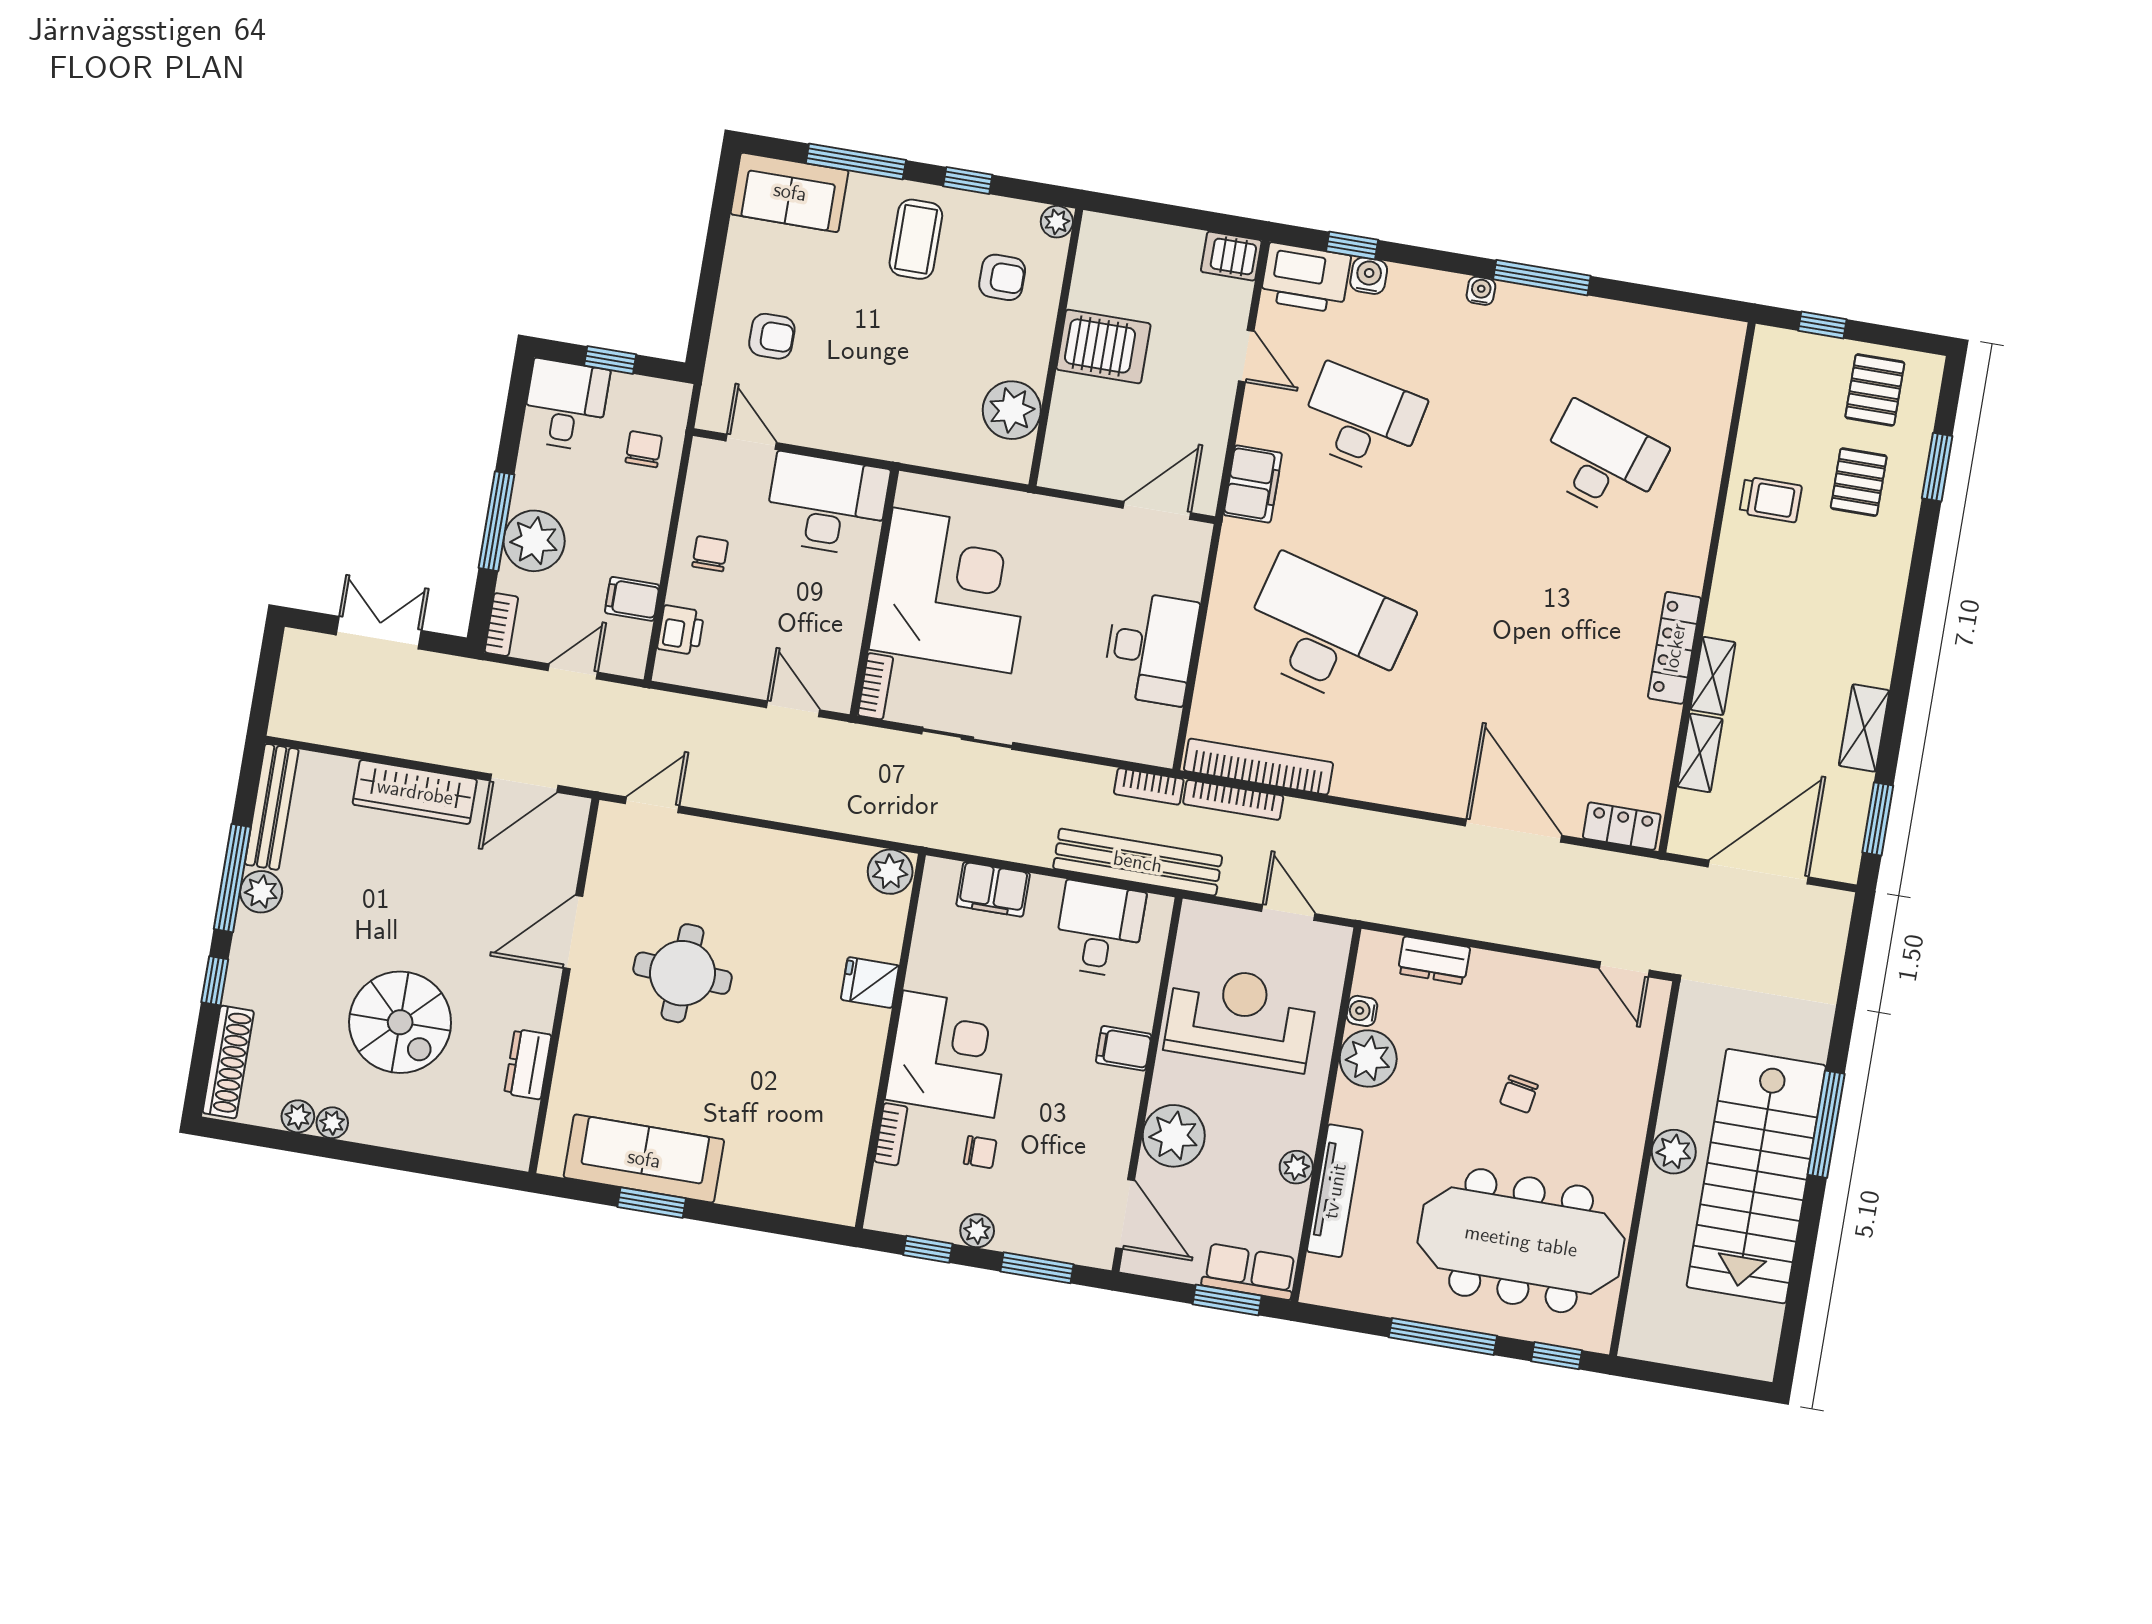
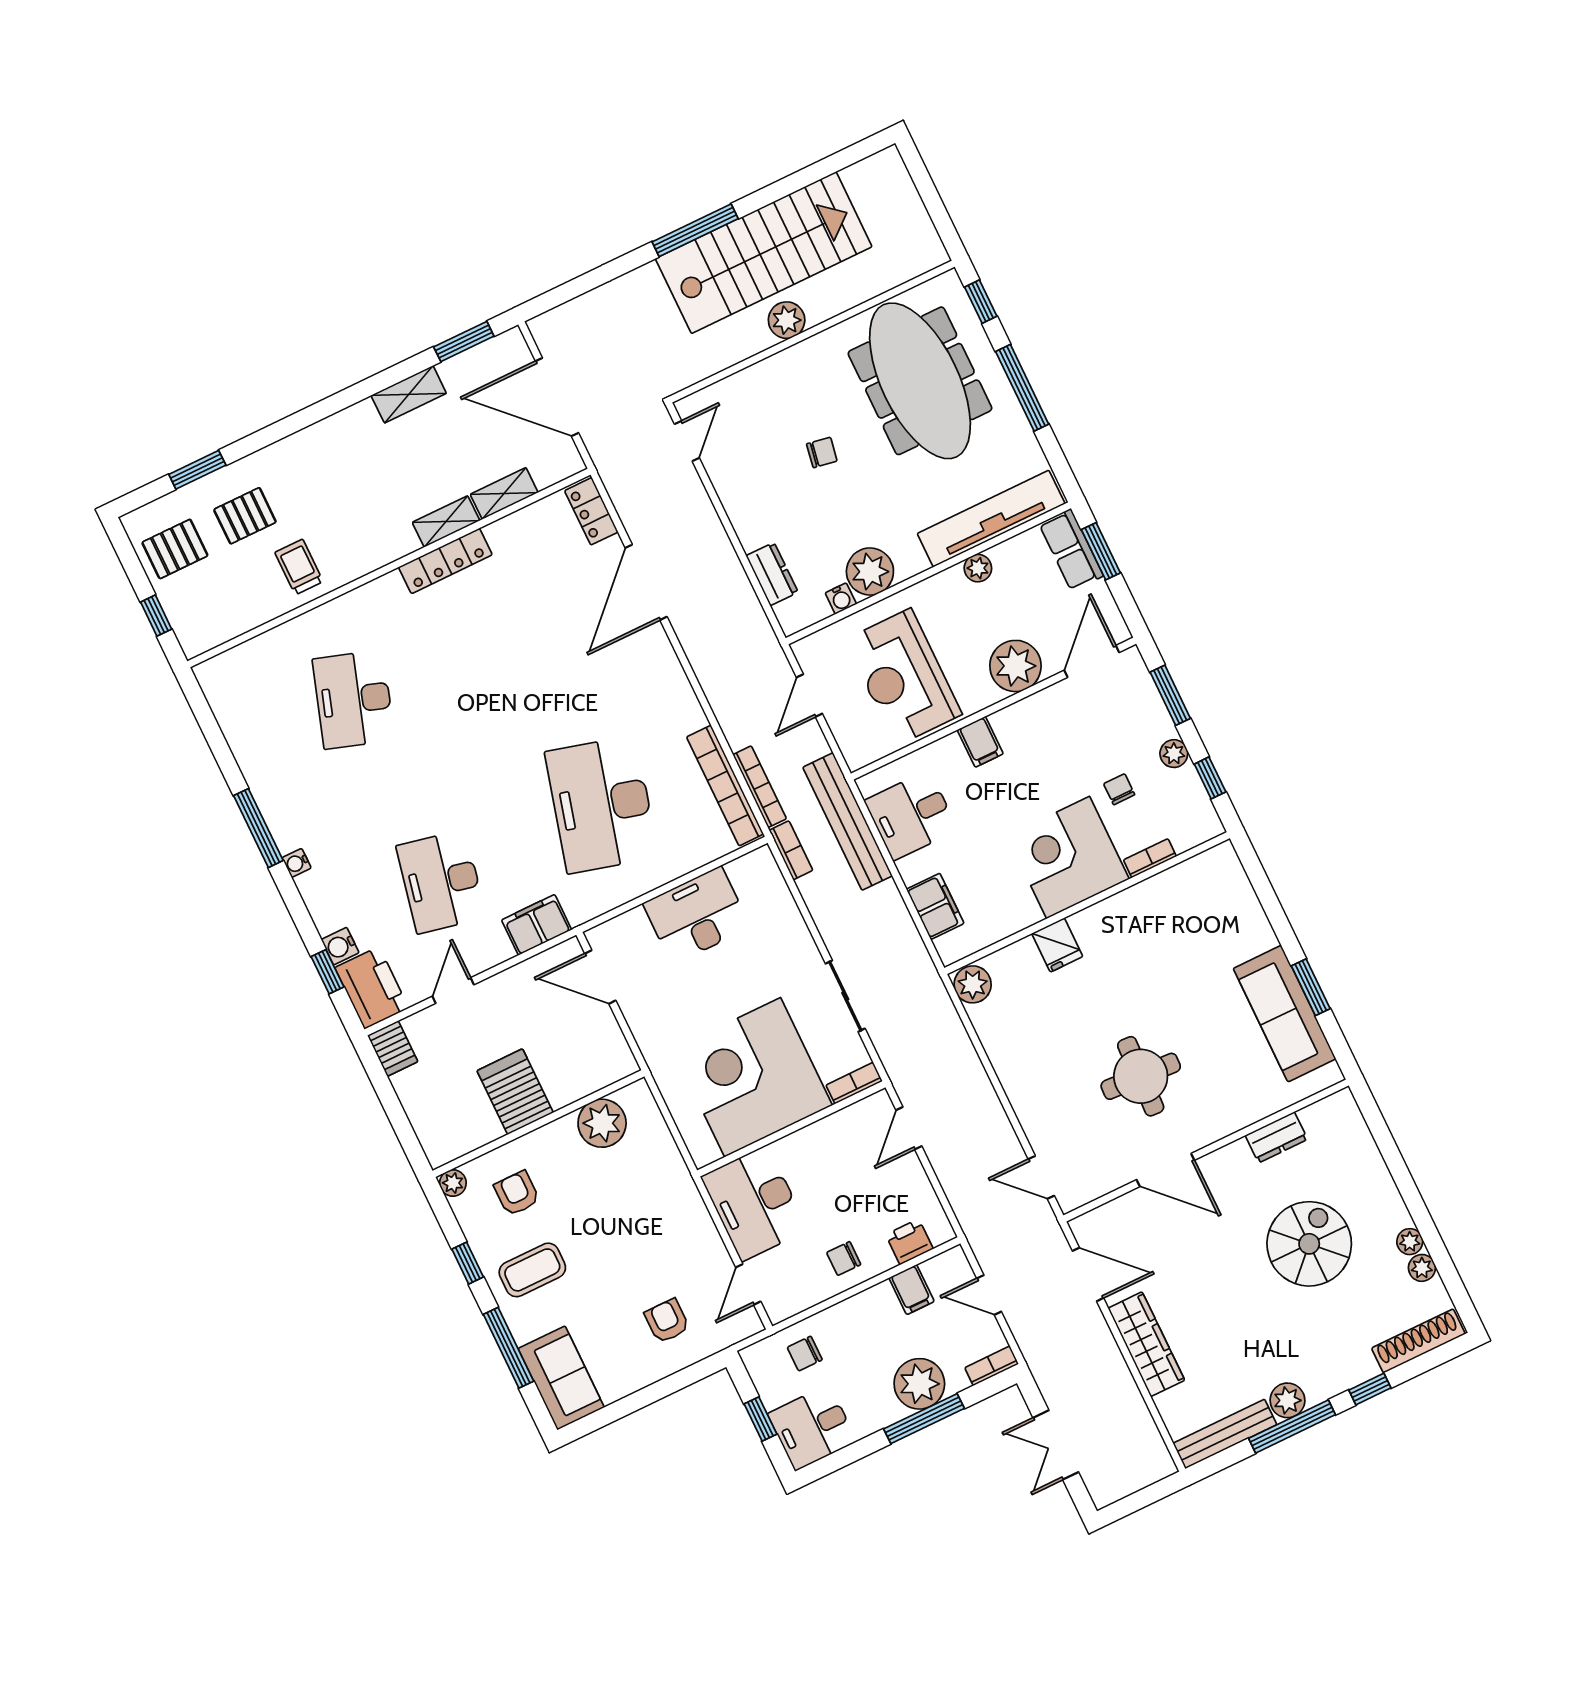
tv unit: (1335, 1191) -> (991, 519), width x1.36, depth x1.29

